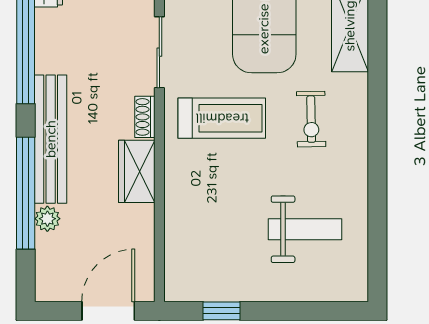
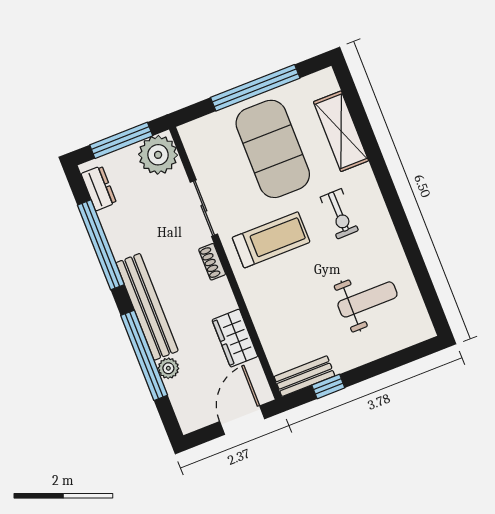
wardrobe: (137, 171) -> (235, 338), moved
bench: (199, 288) -> (304, 376), added

